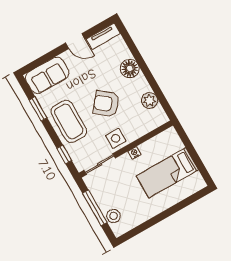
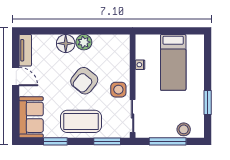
door: (75, 41) -> (16, 77), hinge flipped
plant: (149, 100) -> (84, 42), moved
nightstand: (134, 153) -> (140, 65), moved
window: (64, 154) -> (107, 141), width x1.50
window: (149, 223) -> (208, 103), added

